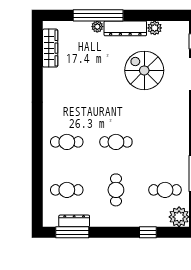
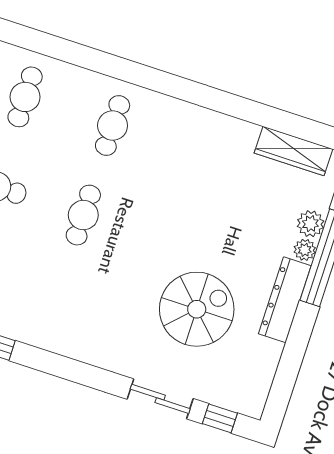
plant: (155, 28) -> (310, 224), moved

